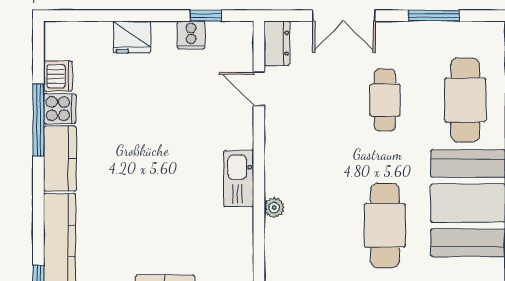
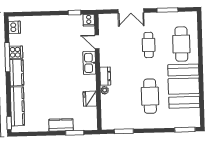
cooker: (191, 35) -> (89, 20), moved
fridge: (132, 37) -> (90, 99), moved, turned 90
dresser: (277, 43) -> (105, 76), moved
dishwasher: (58, 76) -> (14, 27), moved
kitchen sink: (239, 179) -> (89, 63), moved

